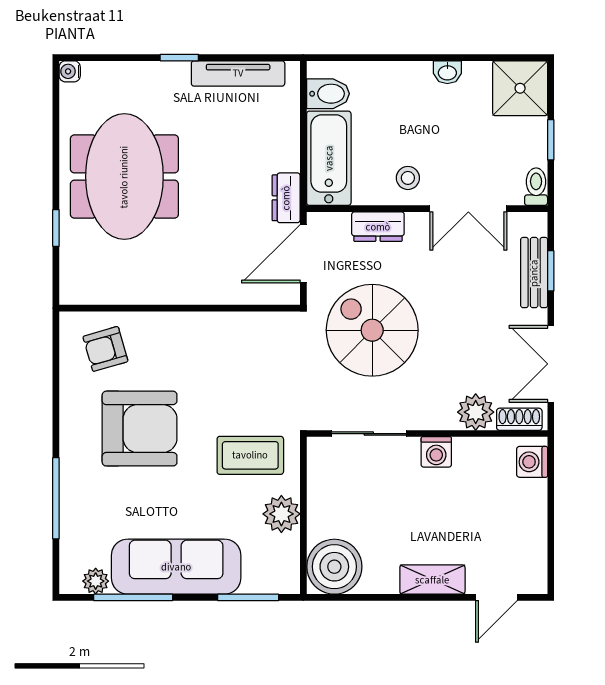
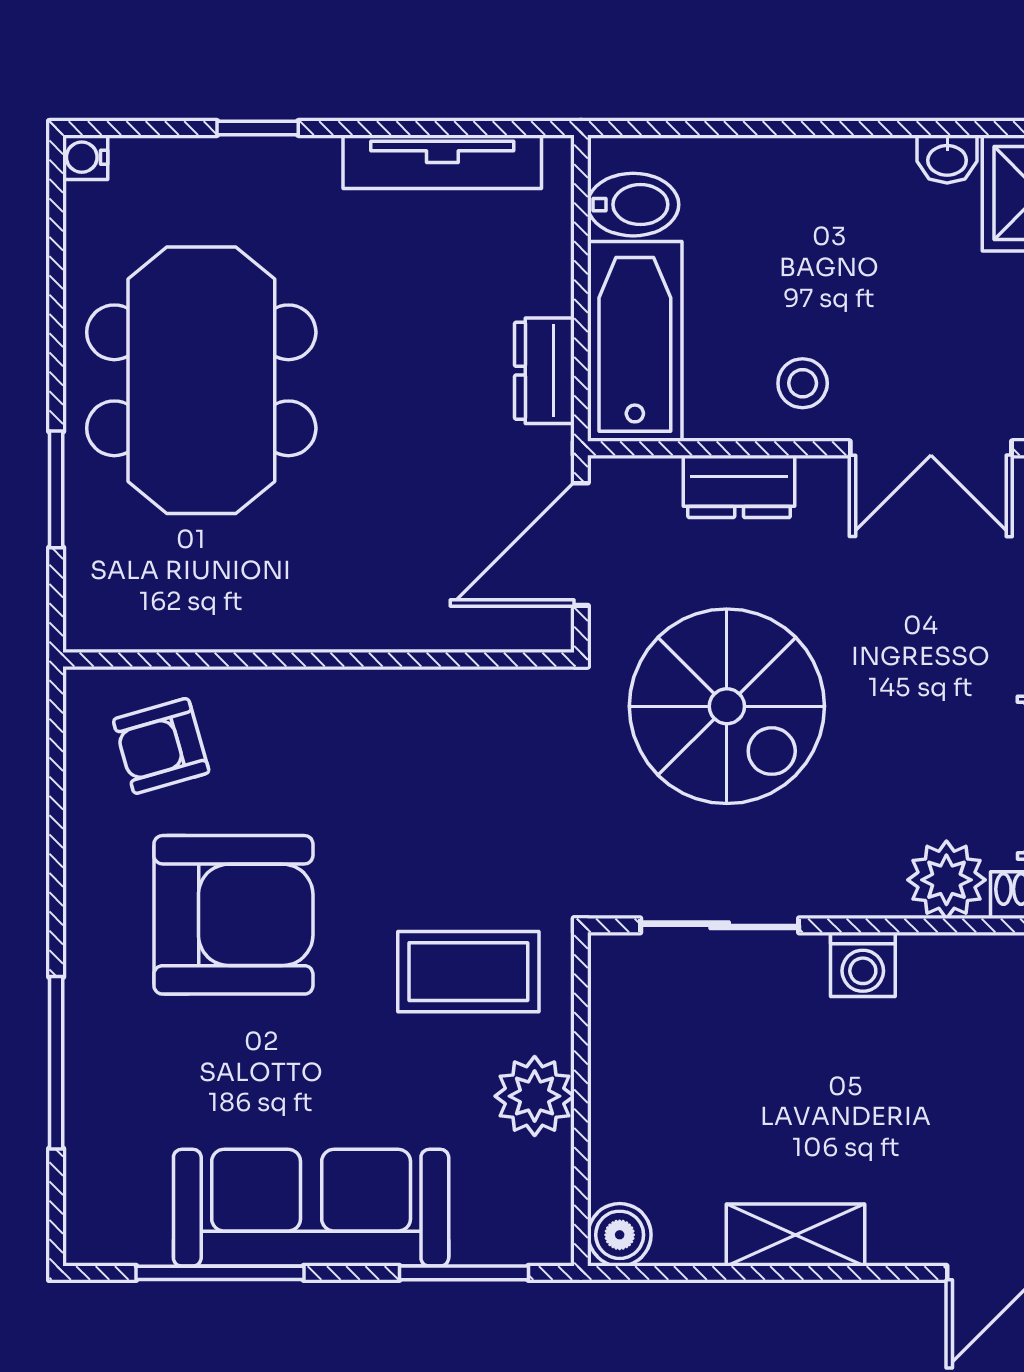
window: (179, 58) -> (258, 128), moved
washbasin: (447, 72) -> (947, 159), moved
dresser: (286, 198) -> (544, 371), moved
window: (56, 228) -> (56, 489), width x1.50
spiral stairs: (372, 330) -> (727, 706), turned 180
boiler: (334, 567) -> (620, 1235), width x0.54, depth x0.54
shelving: (432, 580) -> (795, 1235), moved
plant: (96, 581) -> (140, 1238), removed

